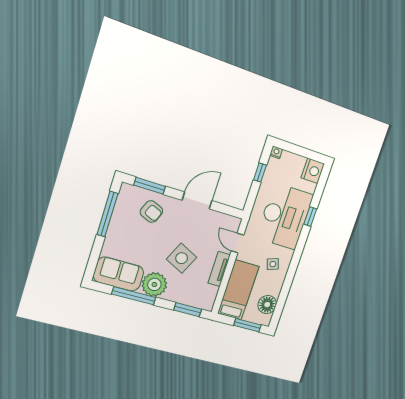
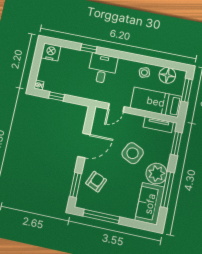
door: (197, 200) -> (84, 145), swing flipped
desk: (285, 216) -> (102, 69), width x0.53, depth x0.77
side table: (273, 264) -> (144, 73), moved
tv unit: (219, 269) -> (158, 125), moved

